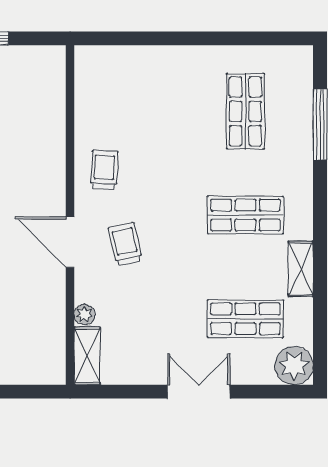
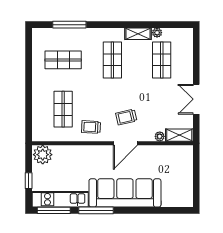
plant: (46, 68) -> (43, 155), added
shop shelf: (142, 111) -> (63, 109), added
plant: (294, 366) -> (157, 33), moved, width x0.53, depth x0.53
double door: (199, 392) -> (196, 99), moved

